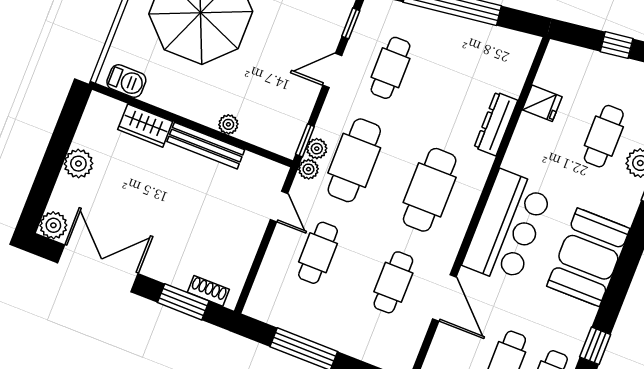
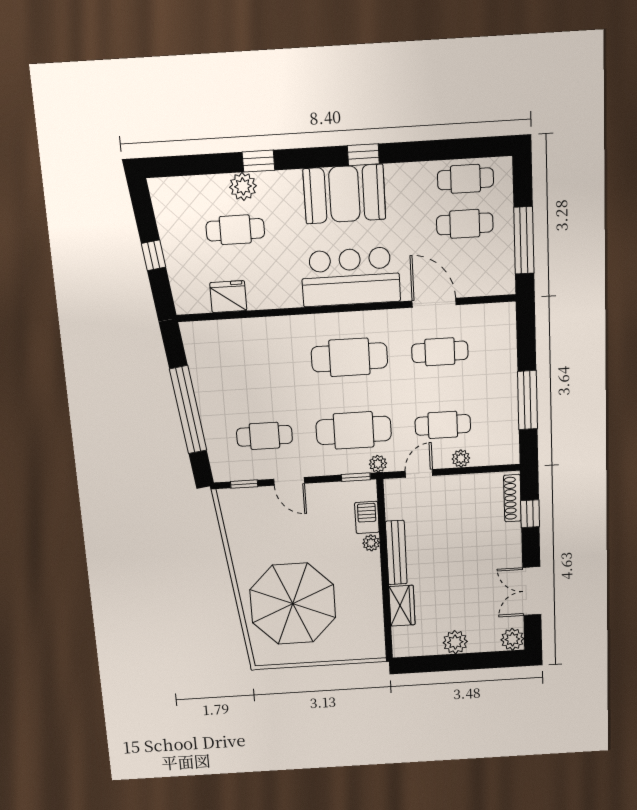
barbecue: (126, 81) -> (367, 517), moved
fridge: (542, 103) -> (228, 297), width x1.38
dresser: (496, 124) -> (269, 327), removed
plant: (317, 149) -> (461, 458), moved
double door: (98, 268) -> (532, 591), width x0.73
shoe rack: (208, 291) -> (512, 498), width x1.43
door: (444, 298) -> (434, 303), hinge flipped
window: (183, 302) -> (530, 514), width x0.67
window: (595, 346) -> (363, 155), moved

